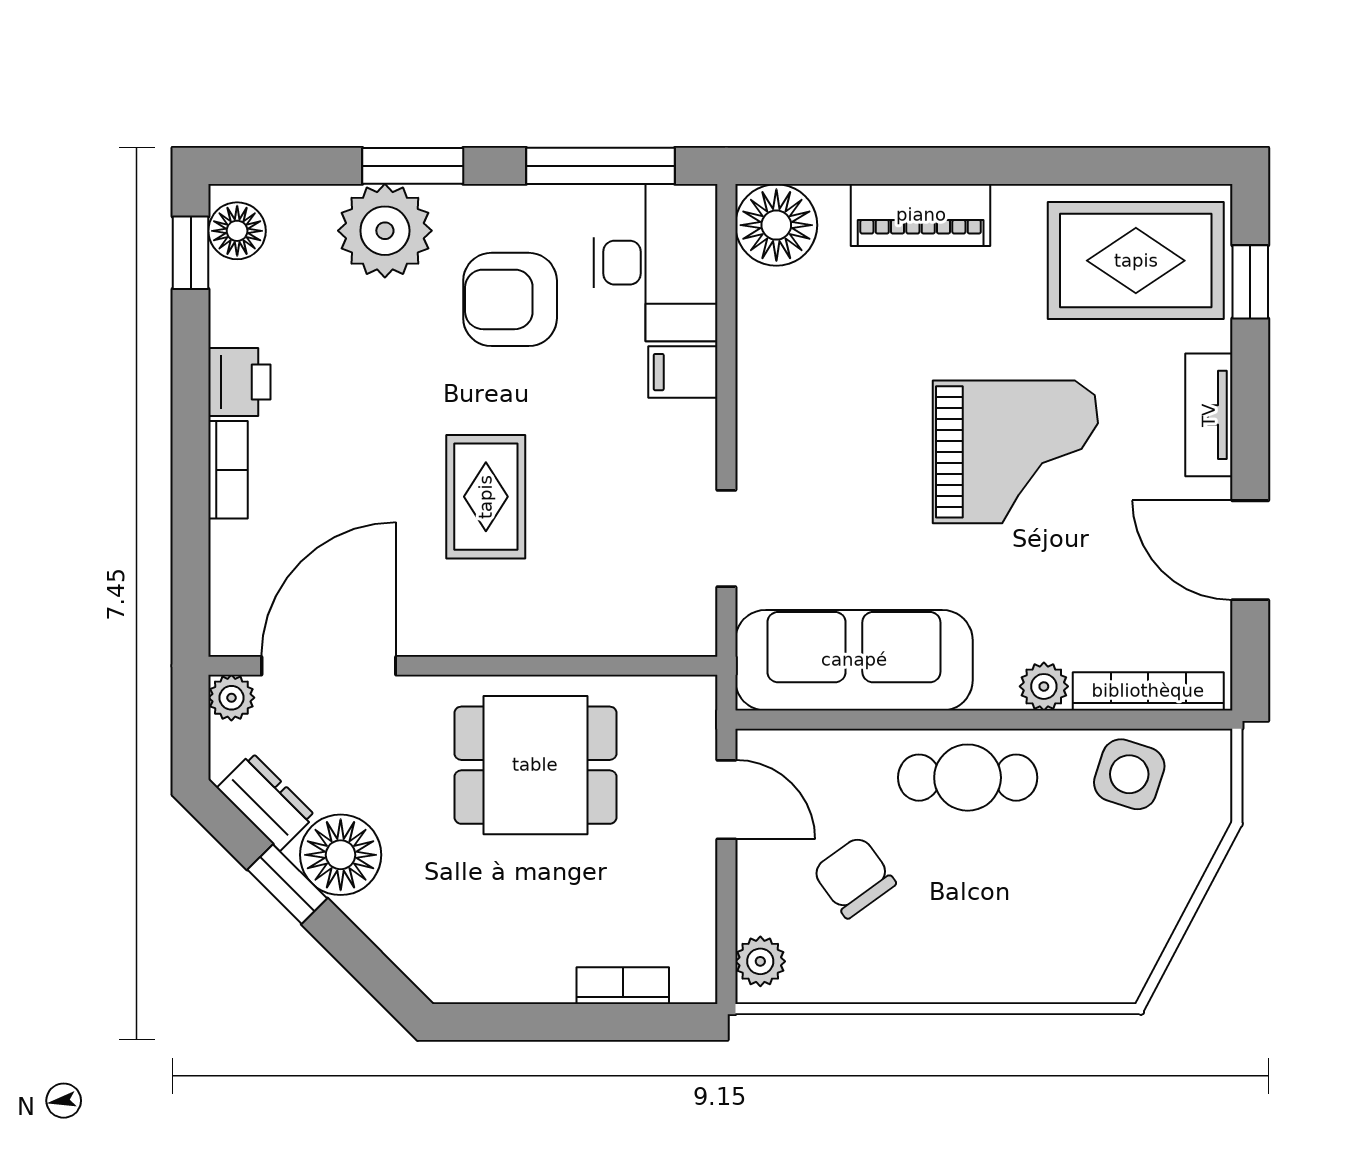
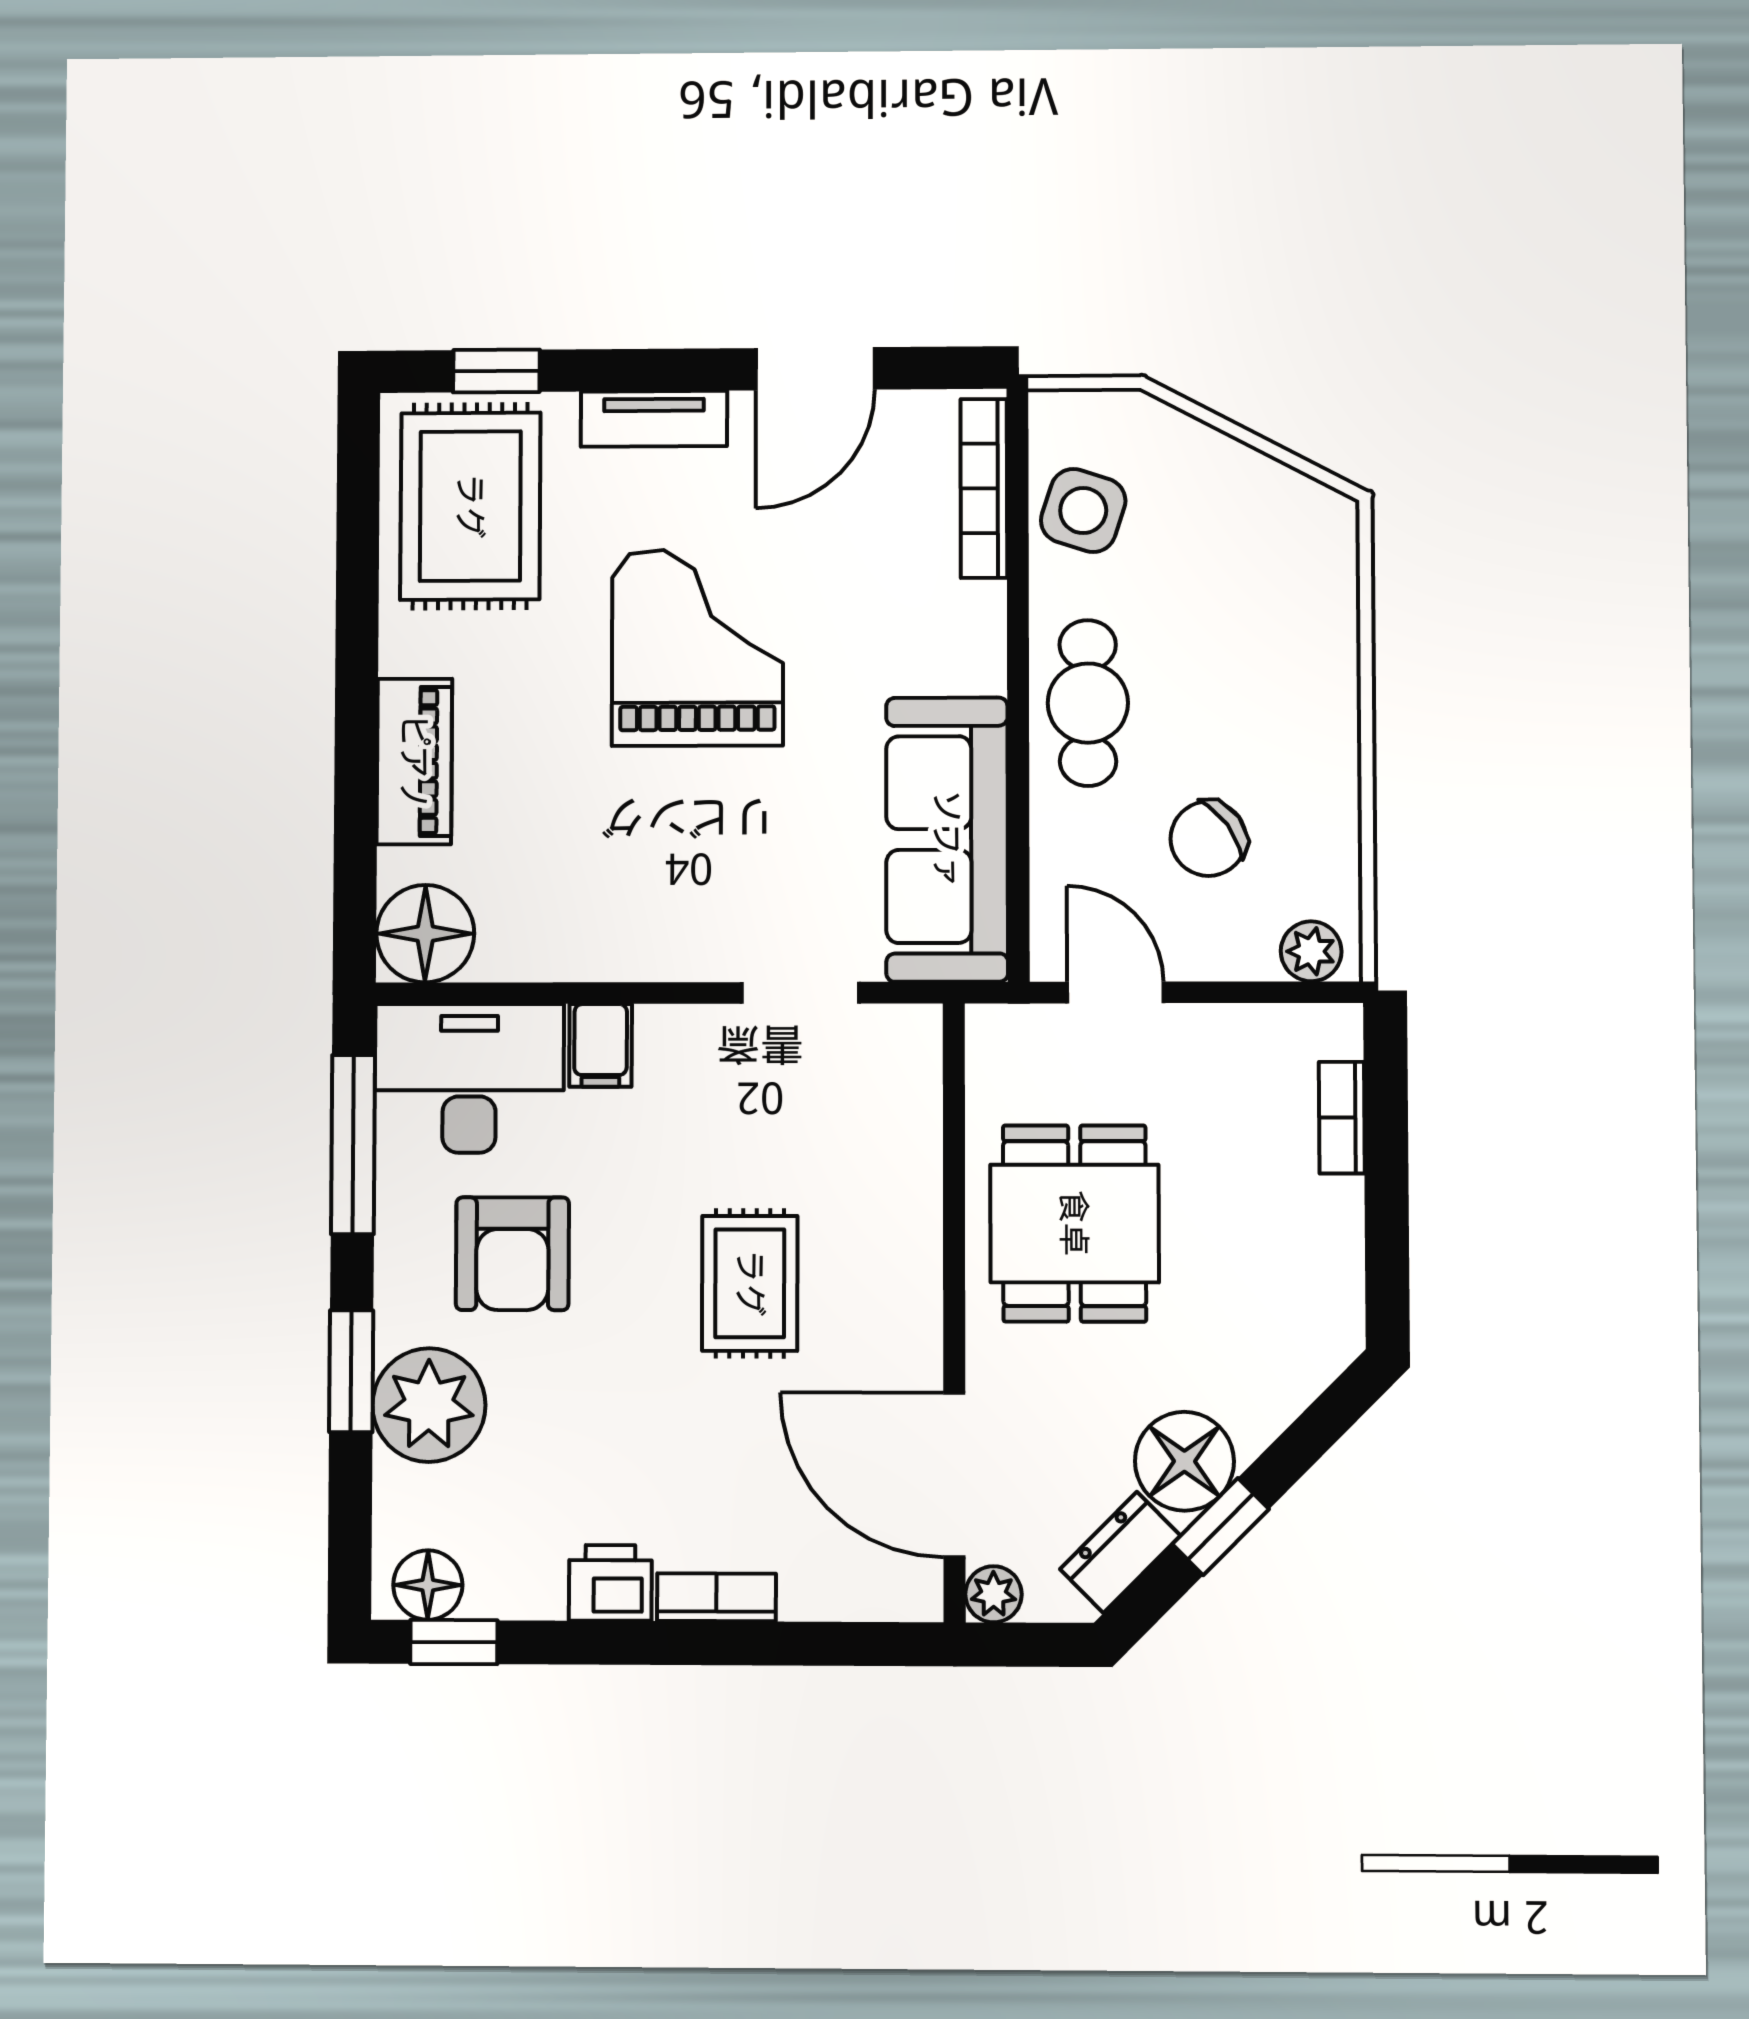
rug: (486, 497) -> (750, 1283), turned 90
plant: (1044, 686) -> (978, 613), removed
door: (726, 800) -> (1115, 992), hinge flipped

